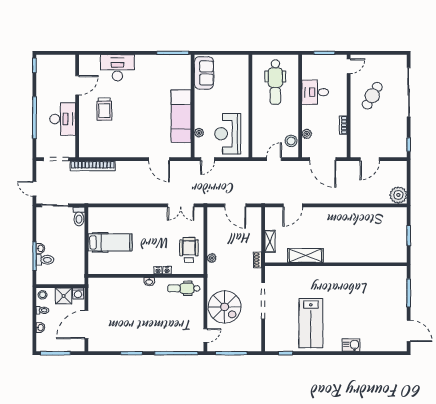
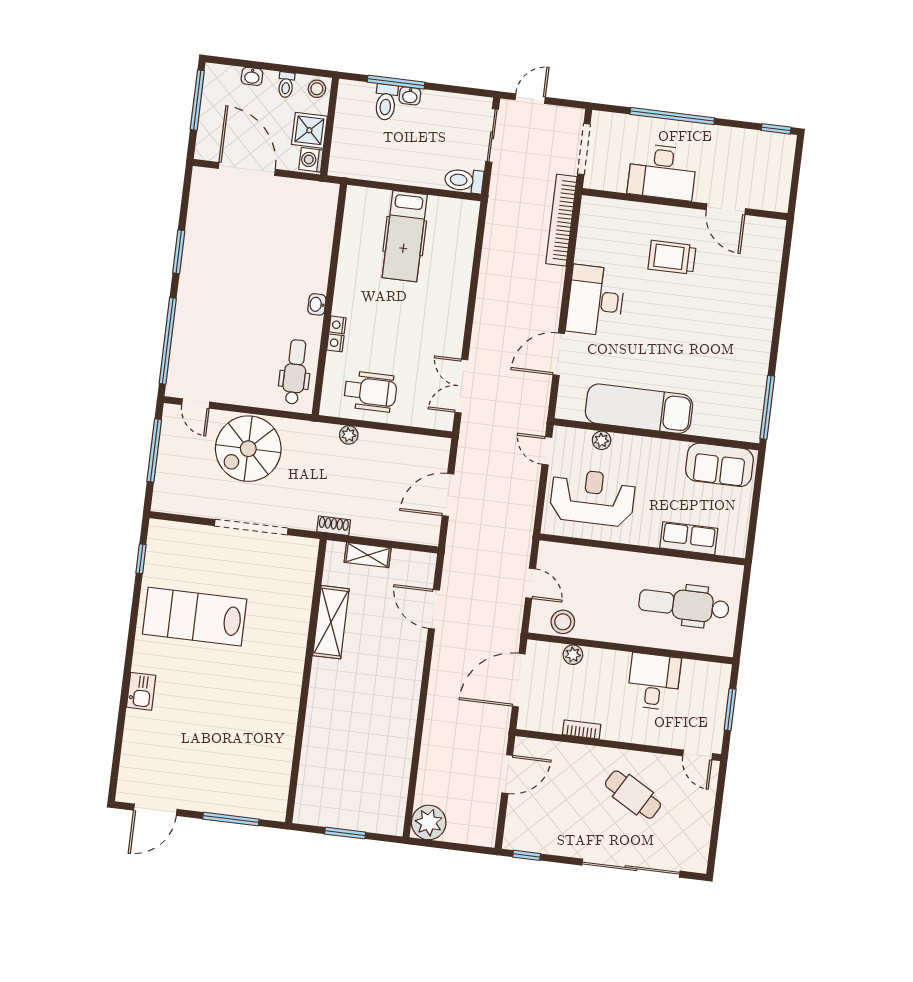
desk: (117, 68) -> (595, 301), moved, turned 180
row of seats: (242, 84) -> (689, 538), added
door: (370, 159) -> (507, 774), swing flipped

